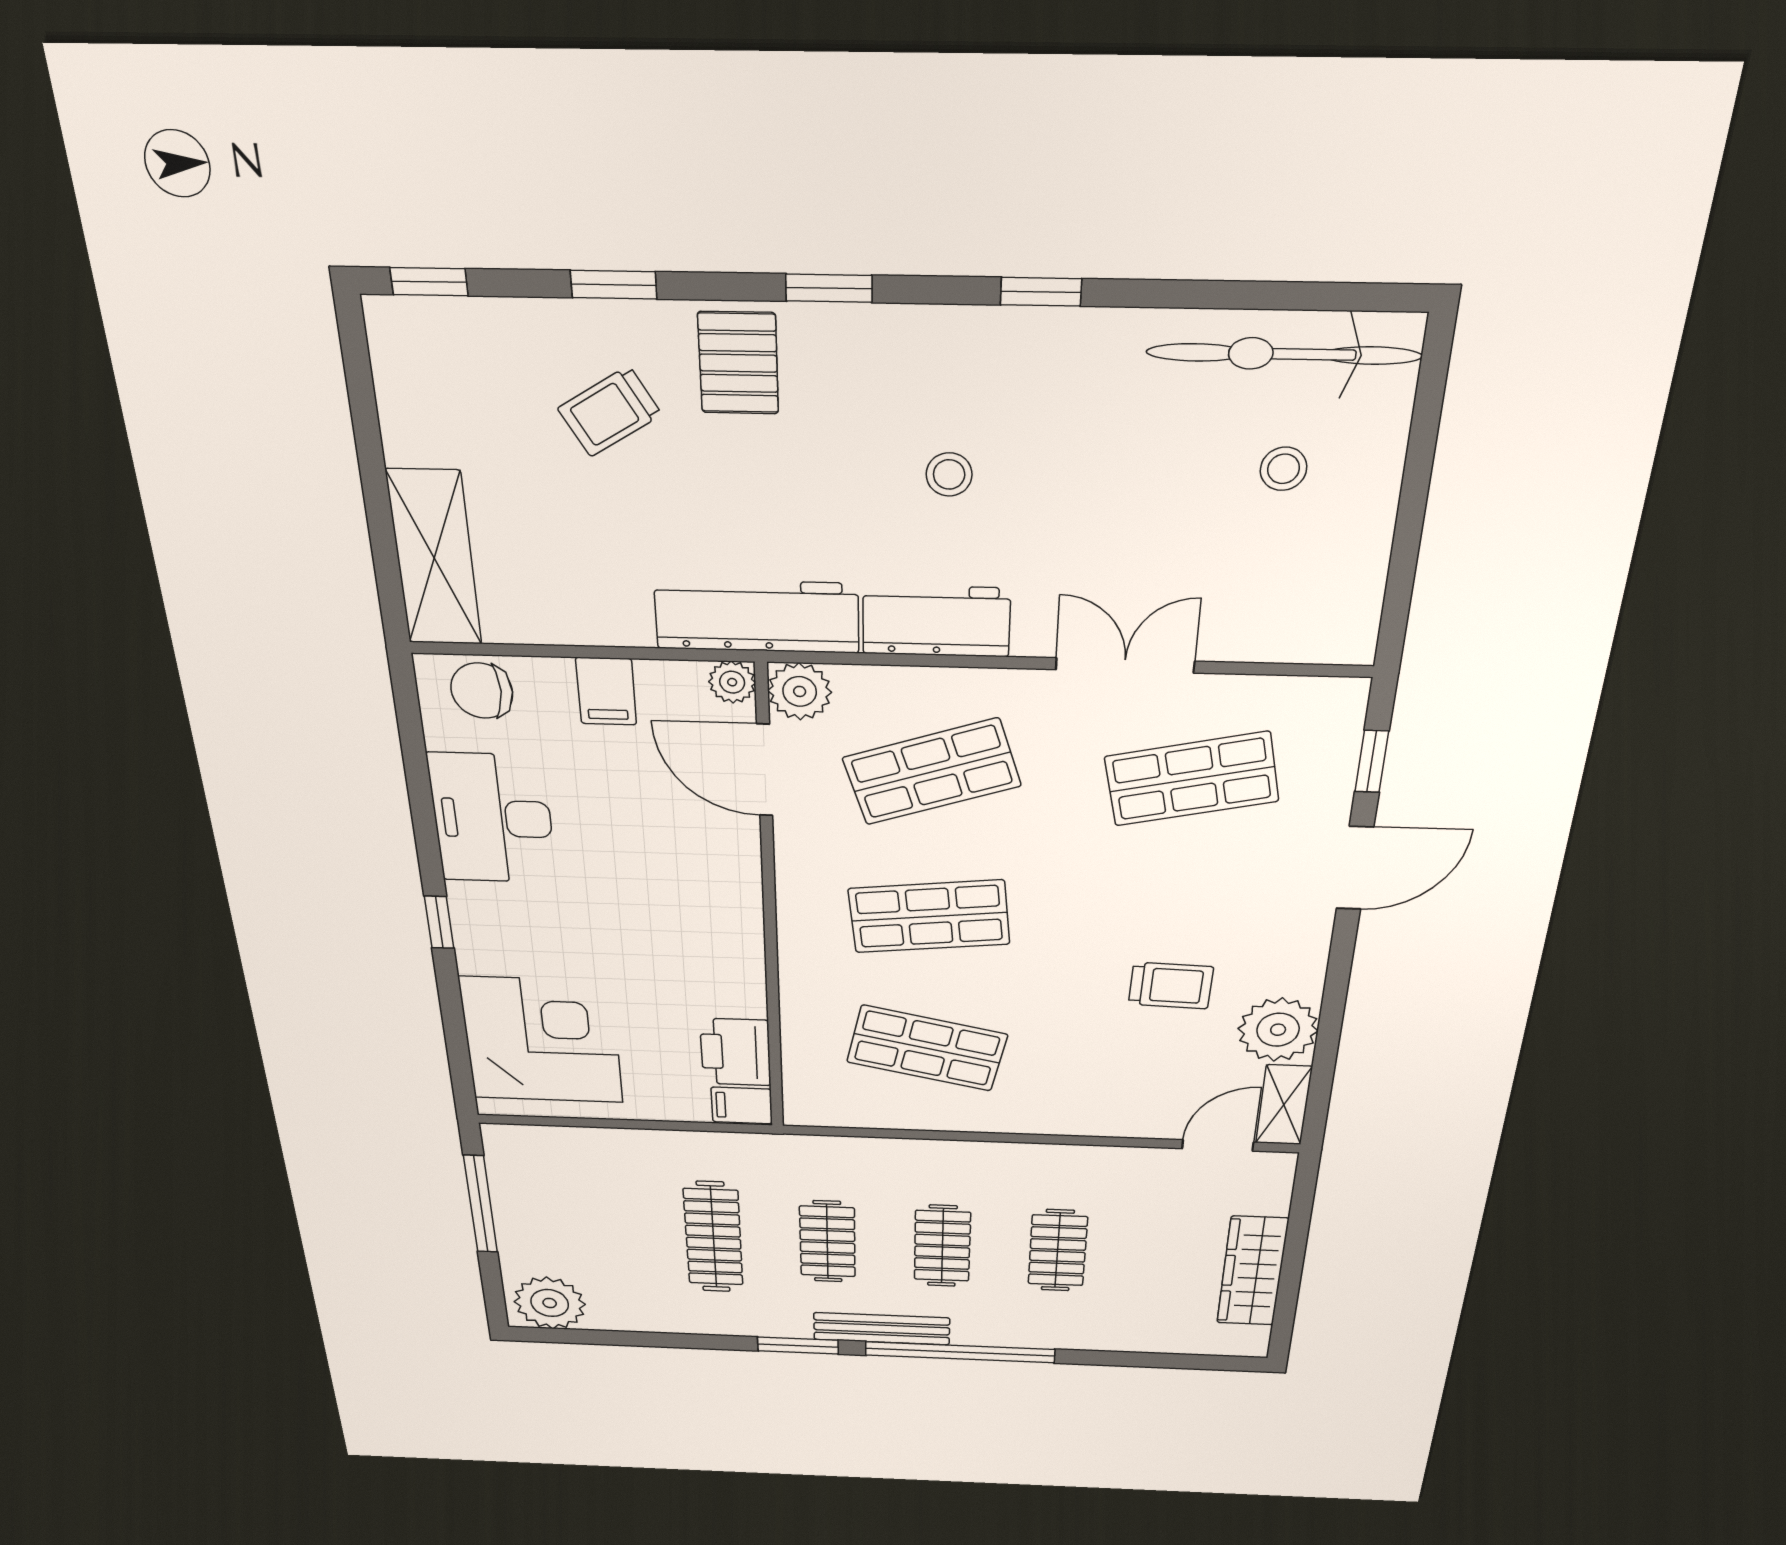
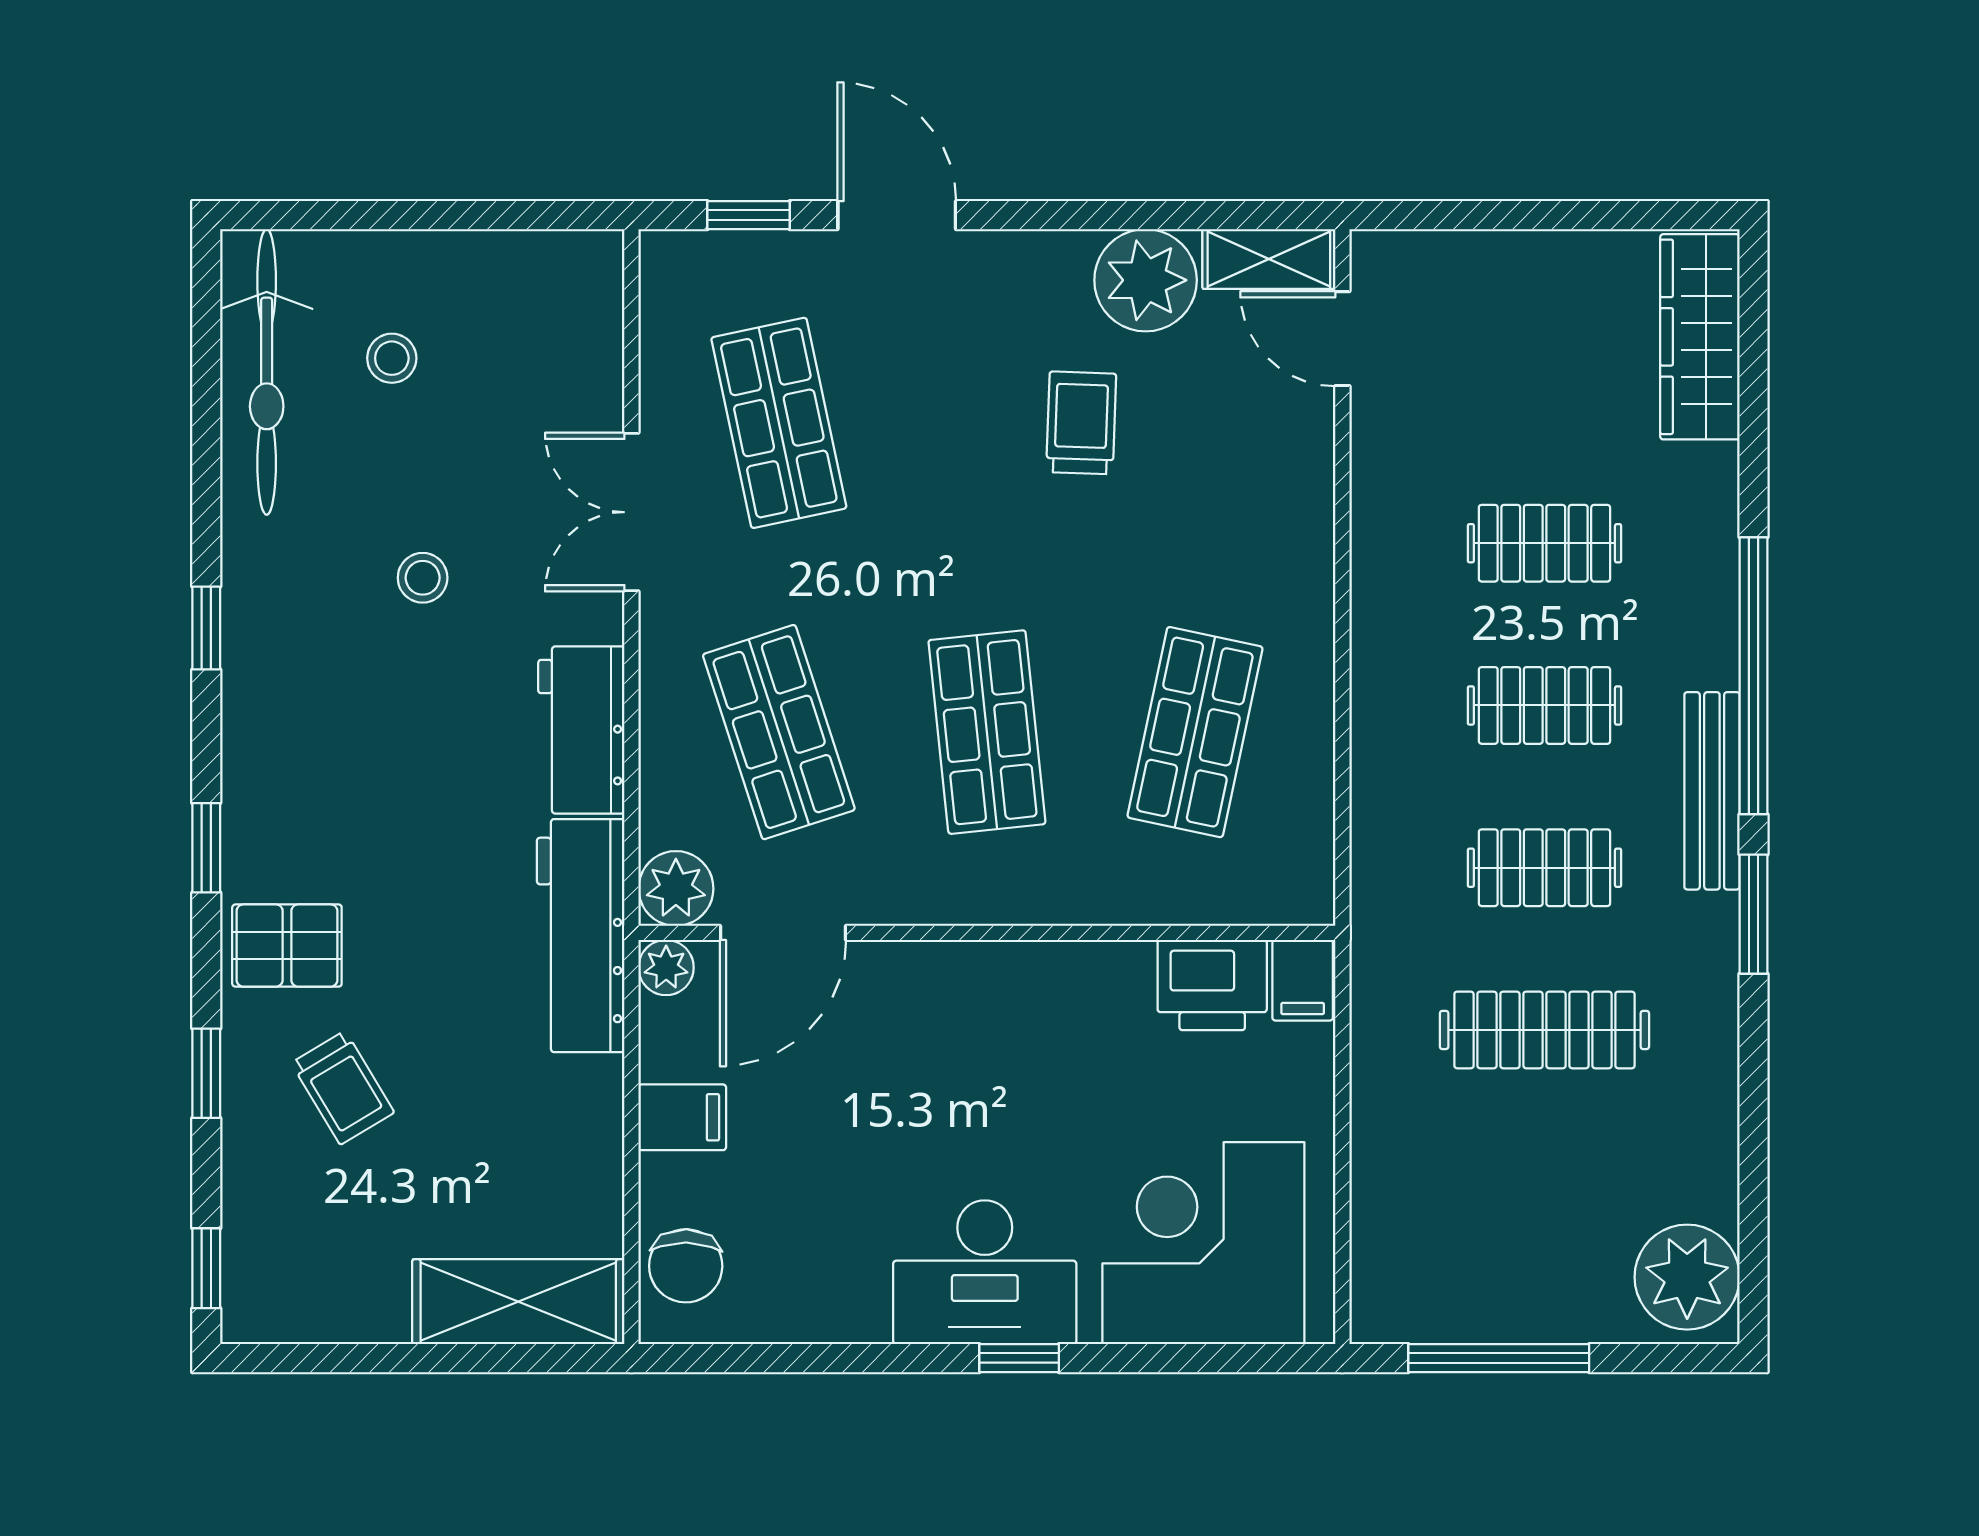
stool: (949, 474) -> (423, 578), moved
desk: (492, 818) -> (985, 1272), moved
wardrobe: (1252, 1271) -> (1700, 337), moved, turned 90

